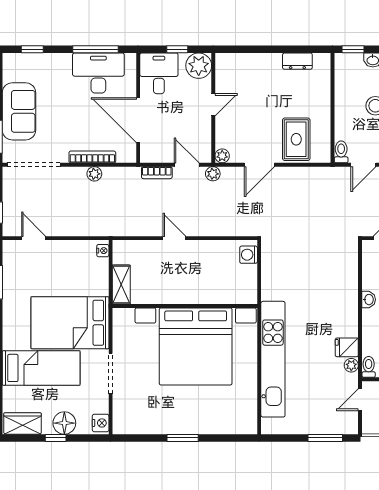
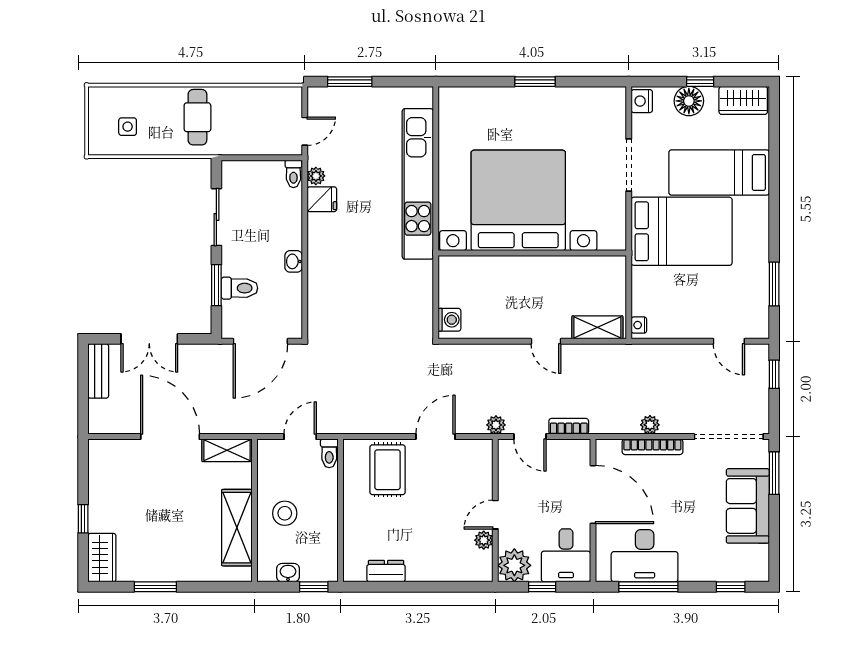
plant: (222, 156) -> (484, 540), moved
shelving: (121, 285) -> (597, 327), moved, turned 90

